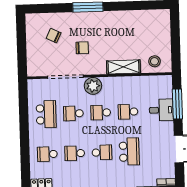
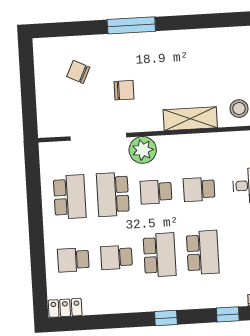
school desk: (73, 113) -> (113, 194), width x1.85
school desk: (102, 152) -> (160, 255), width x1.85

